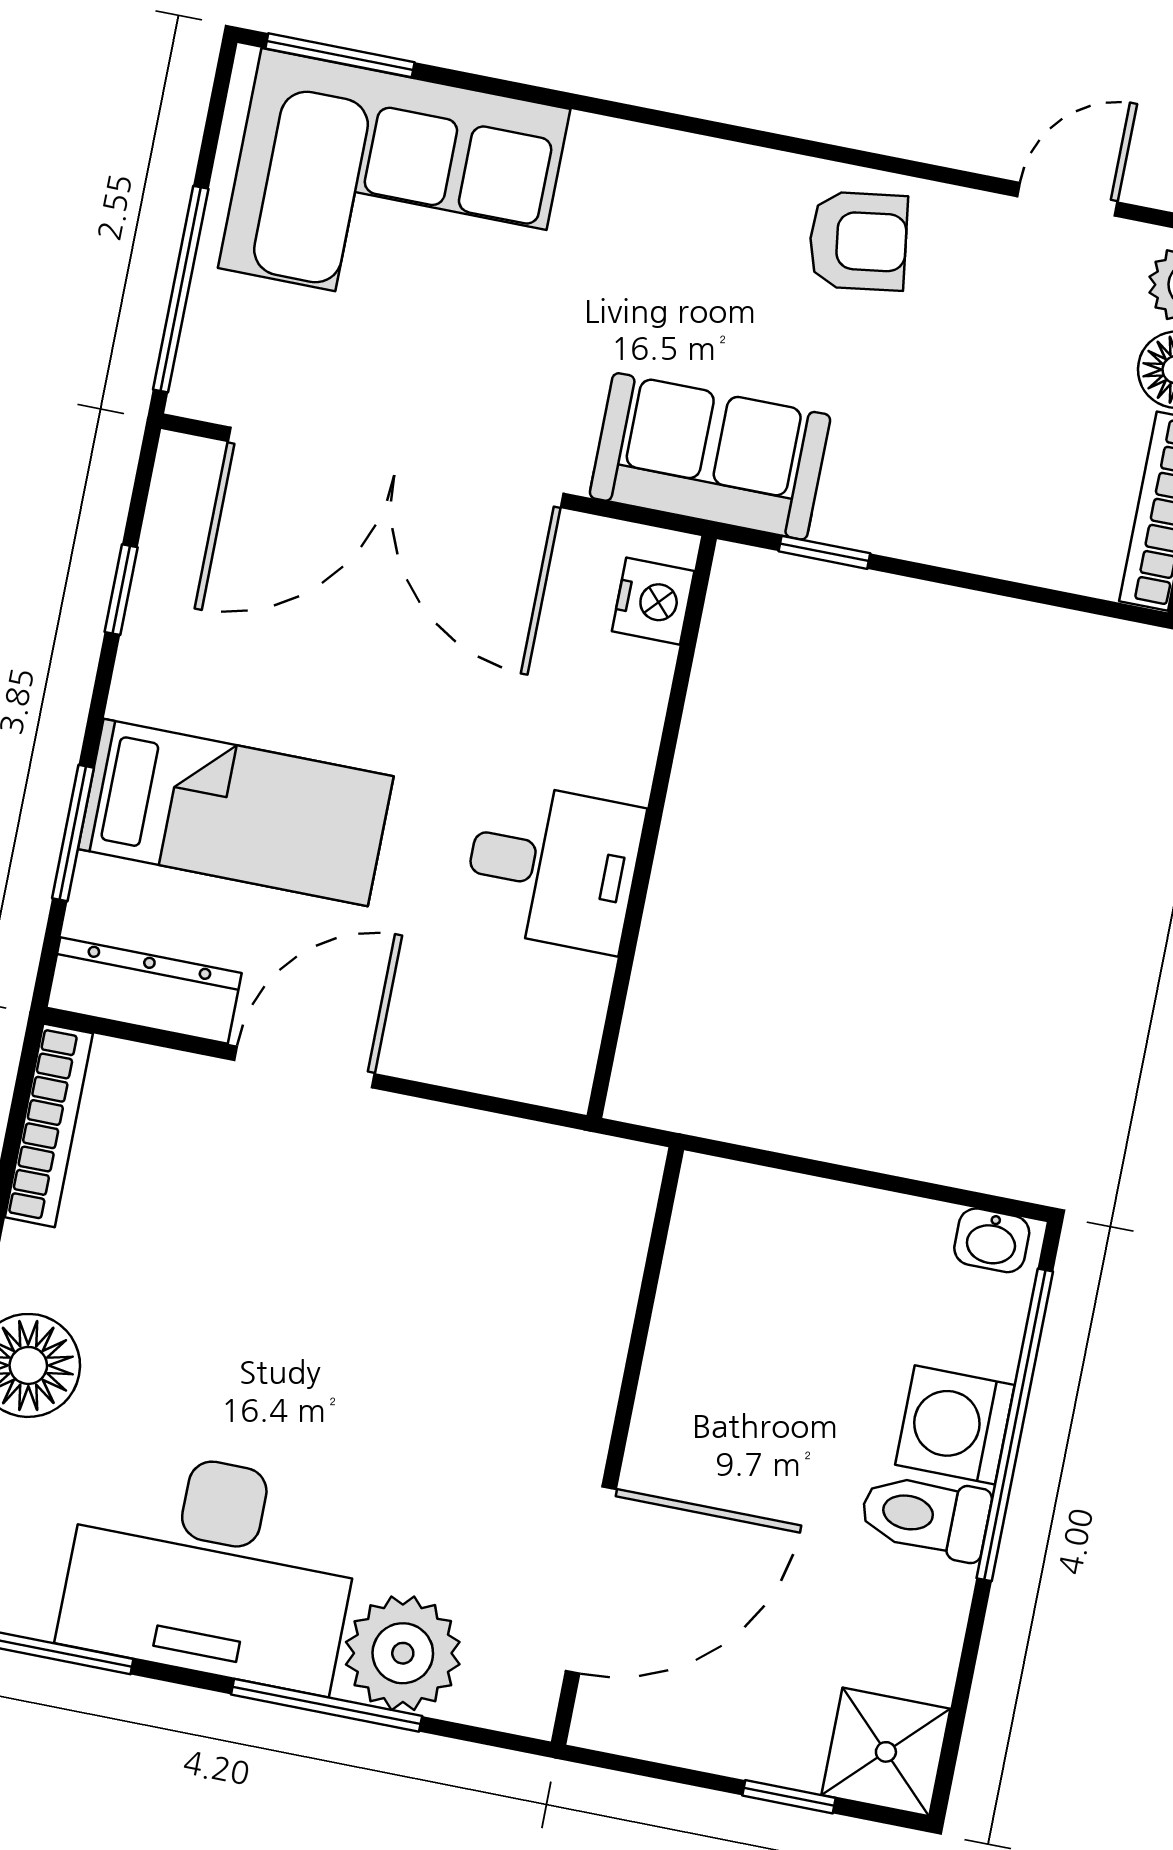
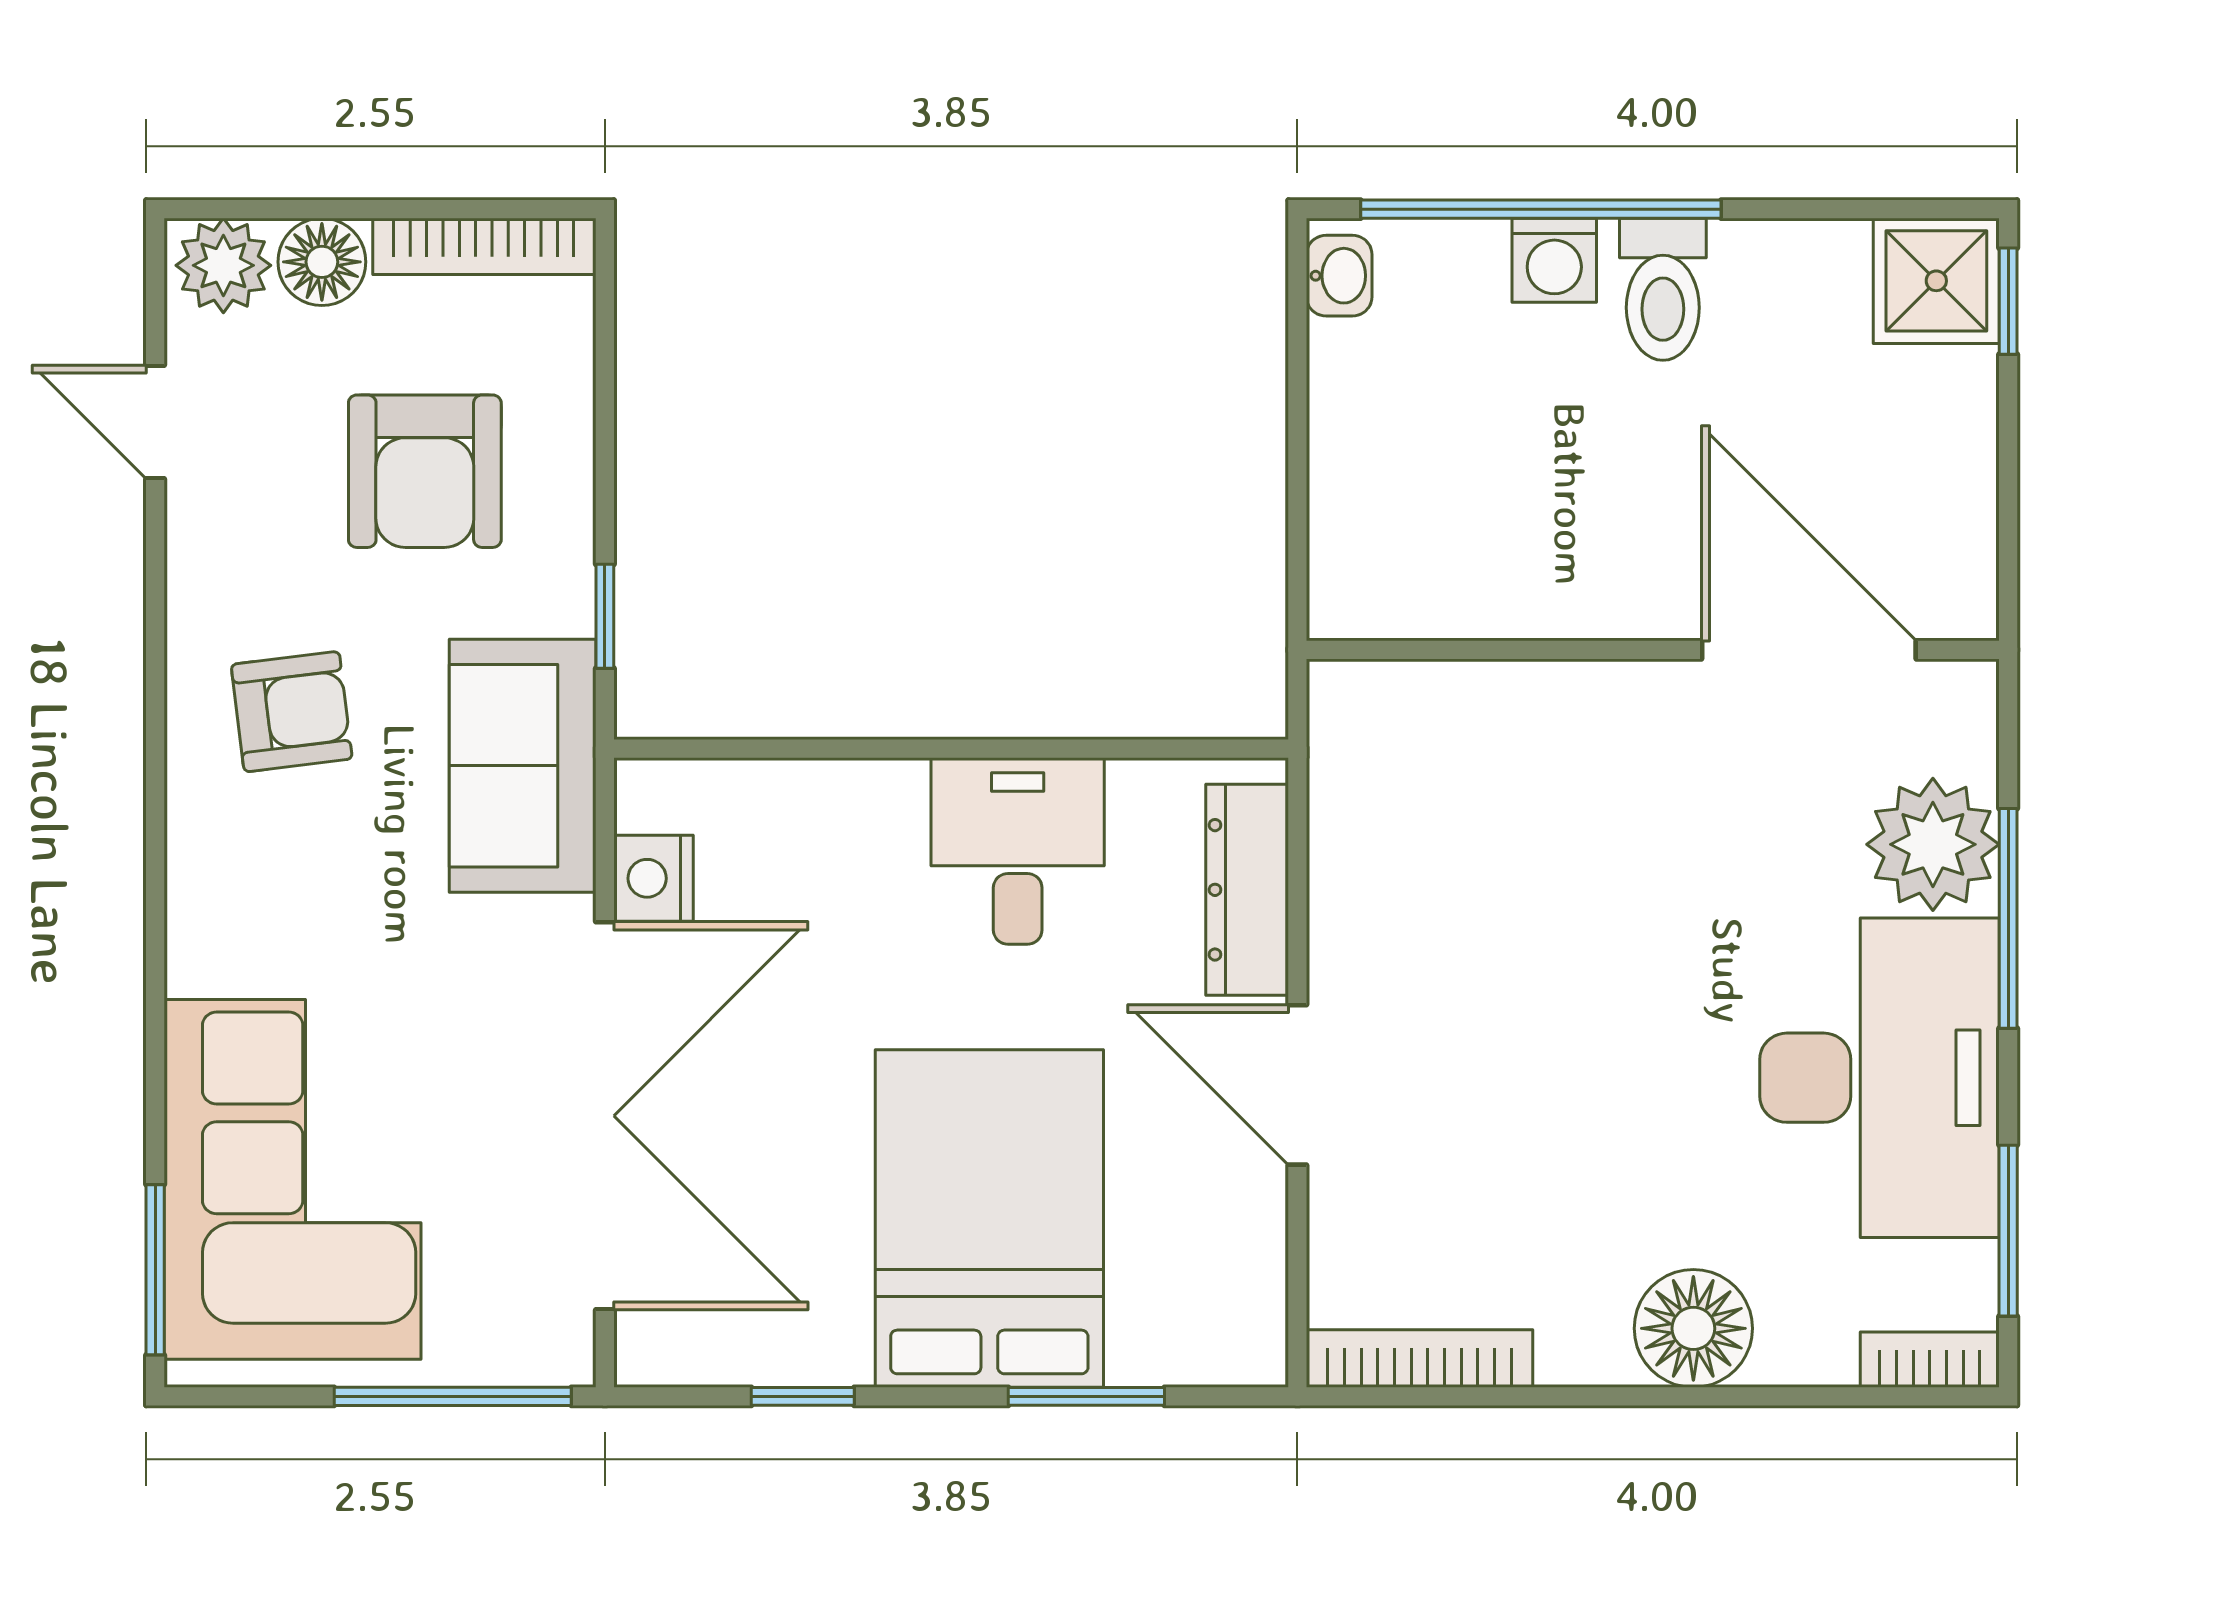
armchair: (858, 241) -> (292, 712), moved, turned 91
armchair: (979, 422) -> (425, 471), added
nightstand: (653, 601) -> (653, 878), moved, turned -90
bed: (236, 813) -> (989, 1219), width x1.50
dresser: (144, 990) -> (1247, 890), moved
washing machine: (955, 1425) -> (1554, 260), width x0.73, depth x0.73
window: (789, 1797) -> (2008, 301), moved

